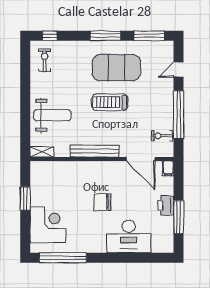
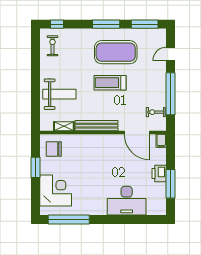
shelving: (42, 152) -> (64, 126), moved
chair: (102, 202) -> (54, 149), moved

